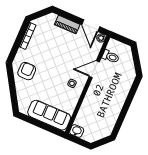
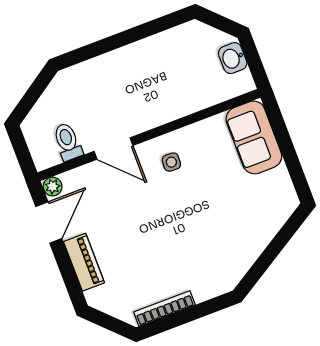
armchair: (27, 71) -> (223, 255), removed
sofa: (49, 115) -> (254, 137), width x0.73
washbasin: (77, 131) -> (233, 58), moved

